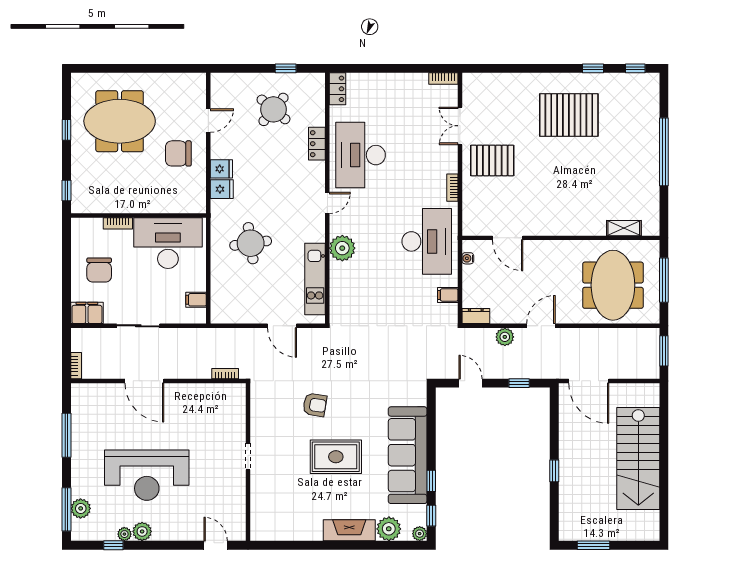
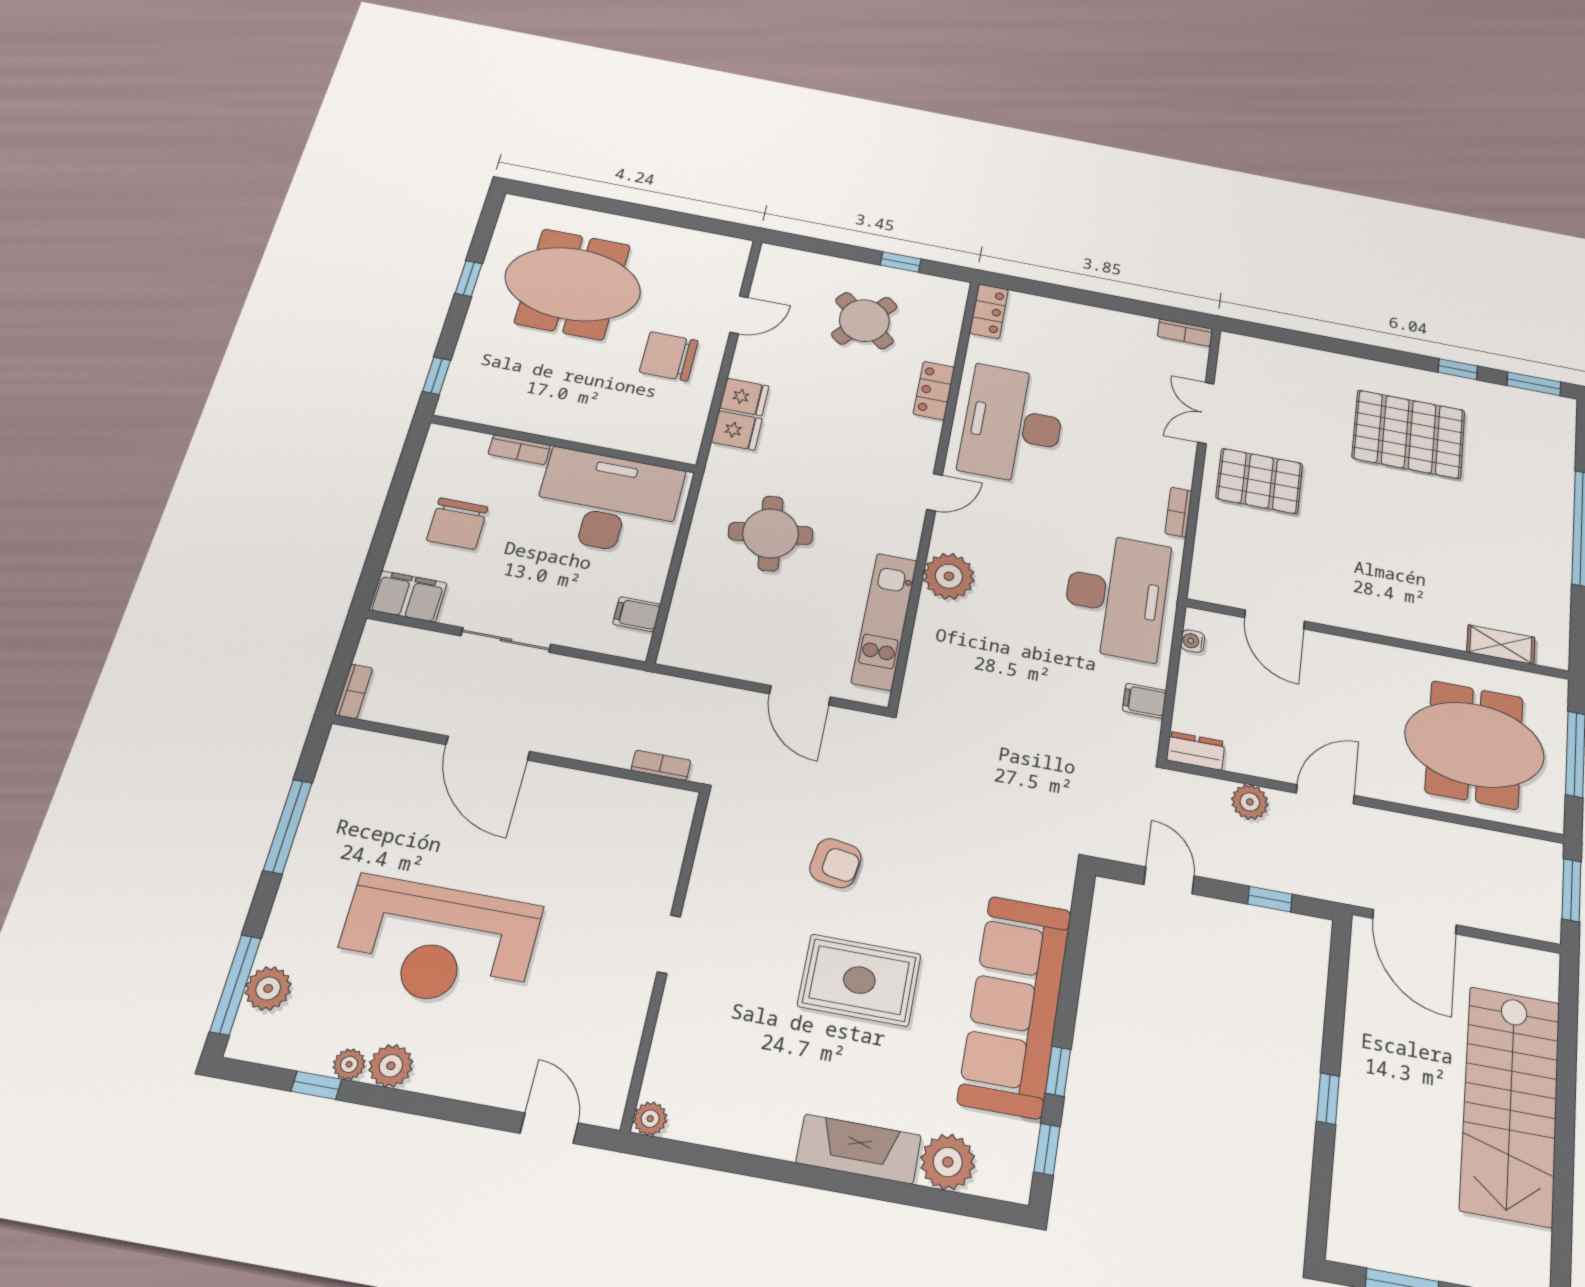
window: (635, 68) -> (1534, 384), width x1.50
meeting table: (613, 285) -> (1474, 745), turned 90
plant: (420, 534) -> (650, 1119), moved

